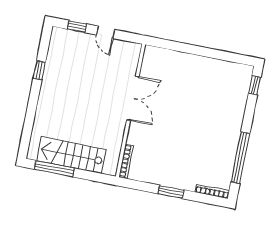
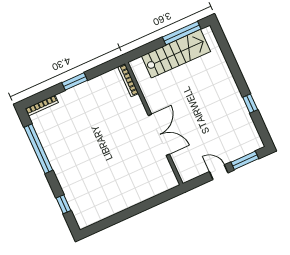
window: (77, 27) -> (245, 160), width x1.50
window: (255, 85) -> (64, 204), moved
double door: (133, 98) -> (159, 135), swing flipped

